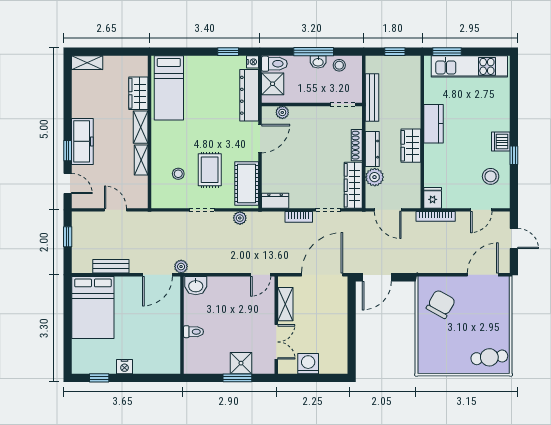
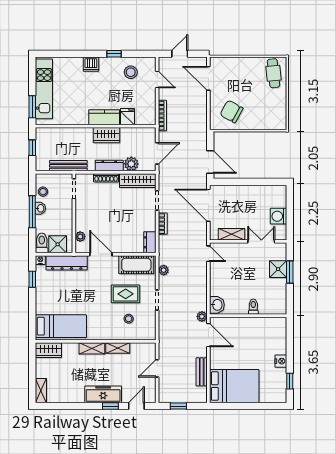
wardrobe: (138, 93) -> (48, 350), moved
kitchen counter: (434, 124) -> (104, 117), moved
dishwasher: (501, 141) -> (91, 64), moved
fridge: (433, 198) -> (127, 117), moved, turned 90

